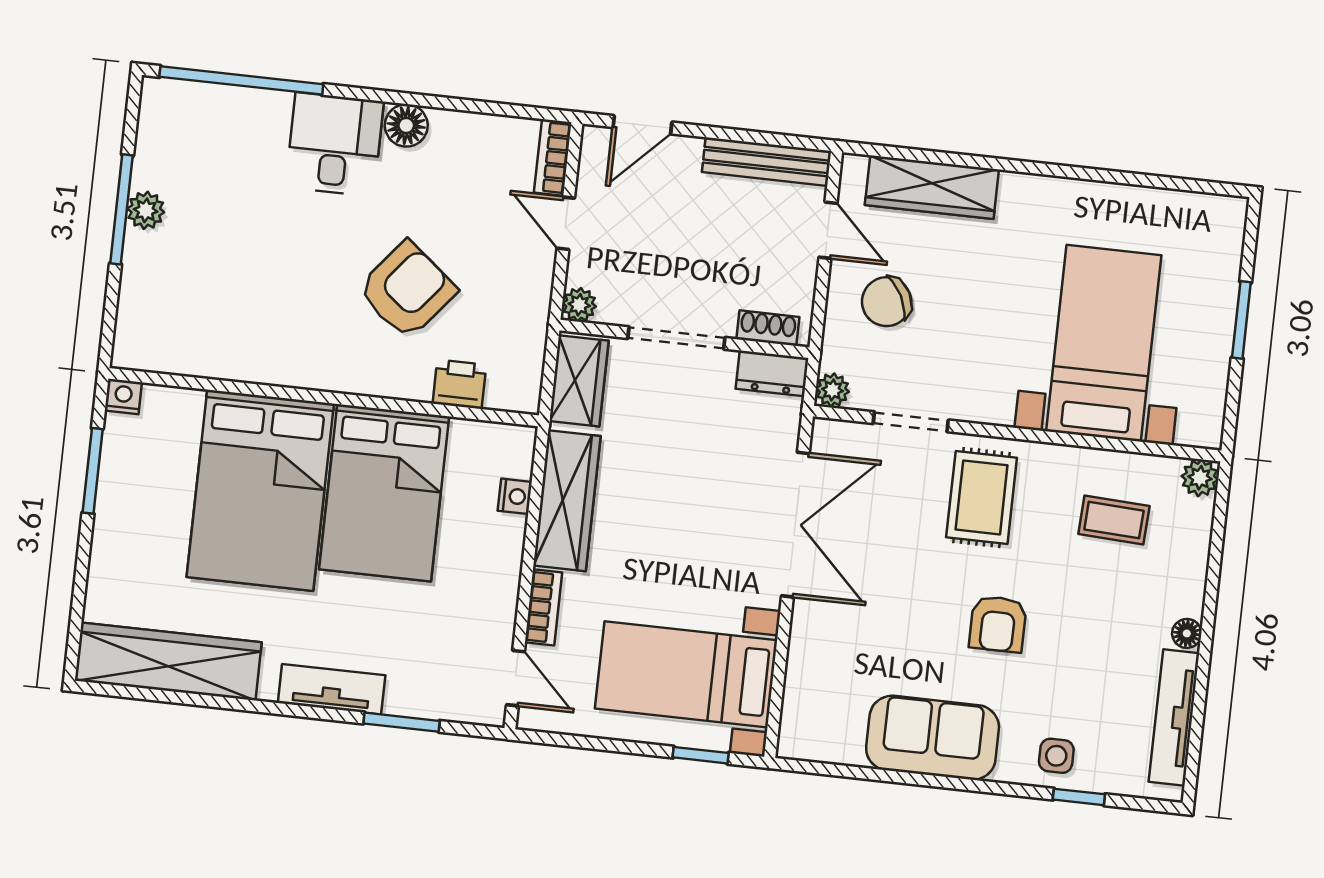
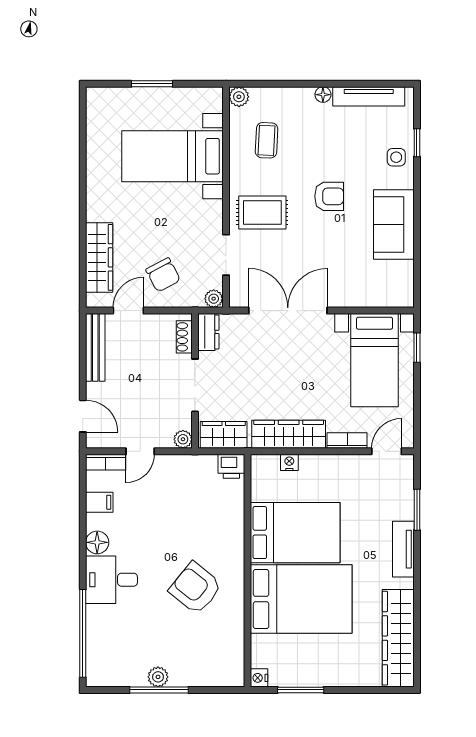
filing cabinet: (480, 138) -> (99, 502), added
armchair: (407, 290) -> (196, 588), moved
printer: (459, 384) -> (231, 466), moved, turned -90

